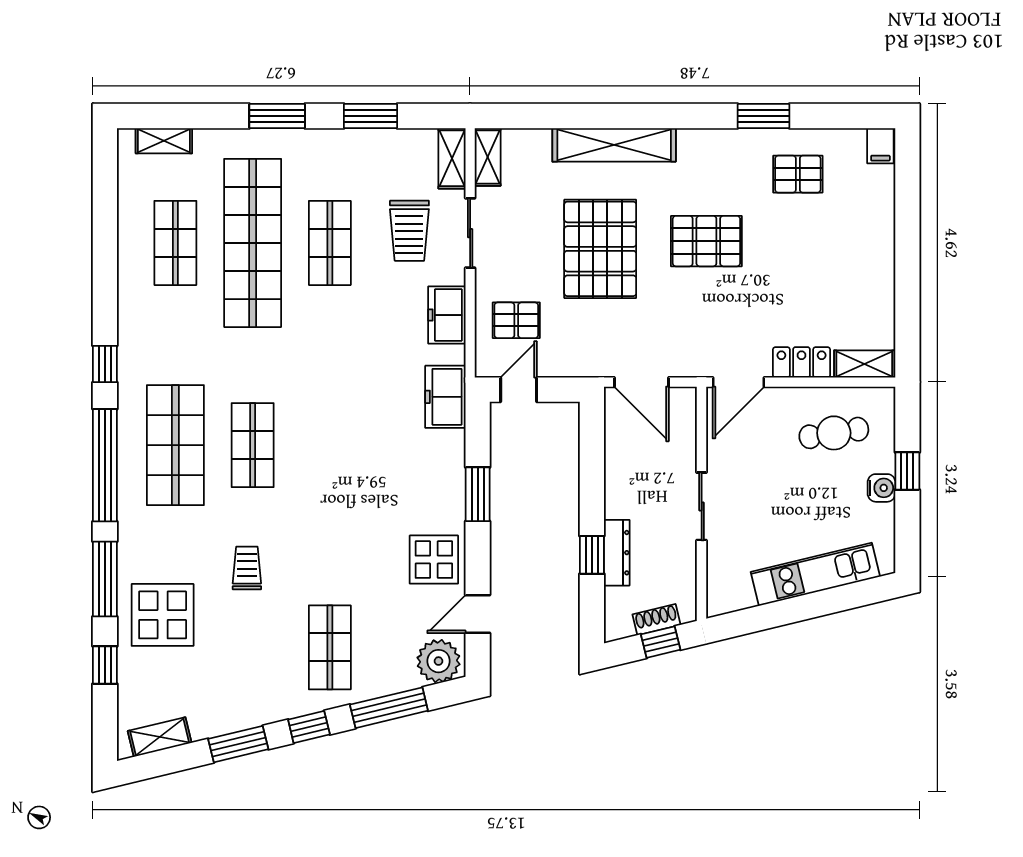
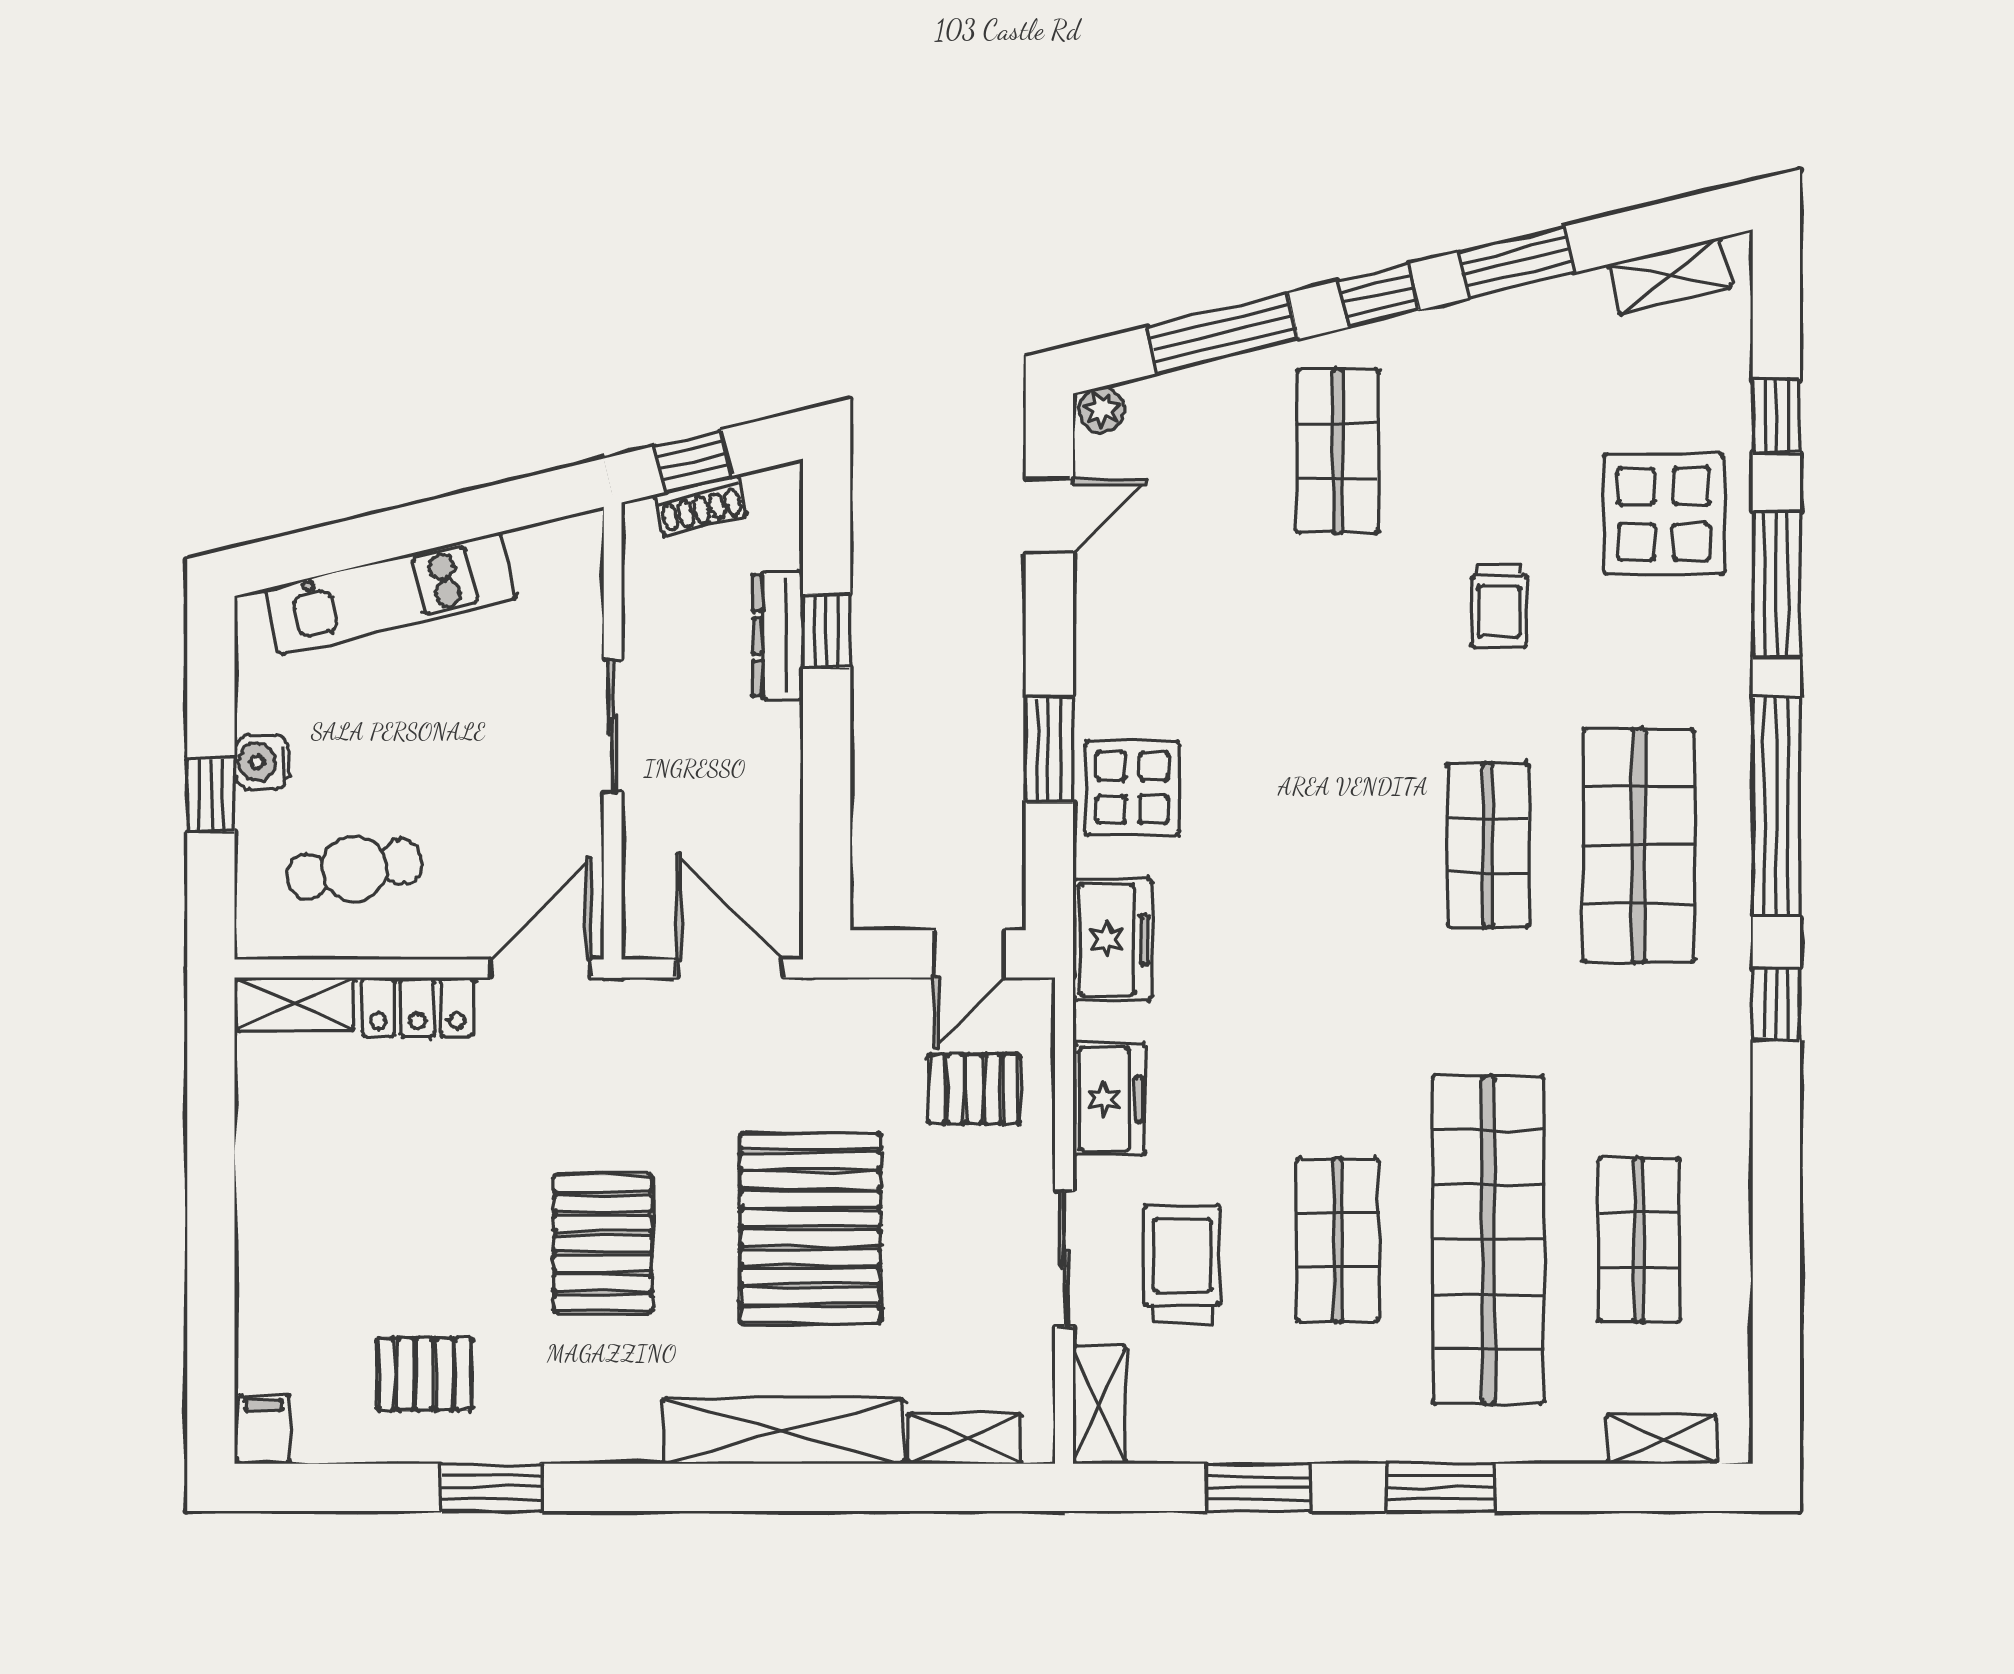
shelving: (488, 157) -> (965, 1439), moved, turned 90
pallet: (706, 241) -> (603, 1243), turned 90
display table: (434, 560) -> (1132, 788), moved
plant: (438, 661) -> (1102, 410), width x0.53, depth x0.53

